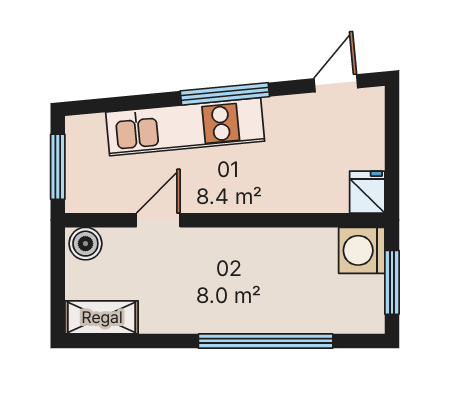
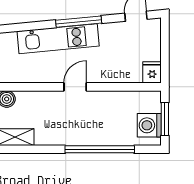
door: (158, 220) -> (75, 87), moved
washing machine: (362, 250) -> (149, 125), moved

